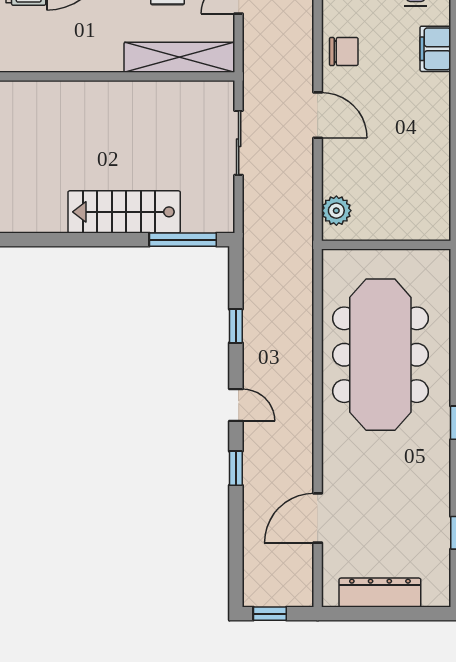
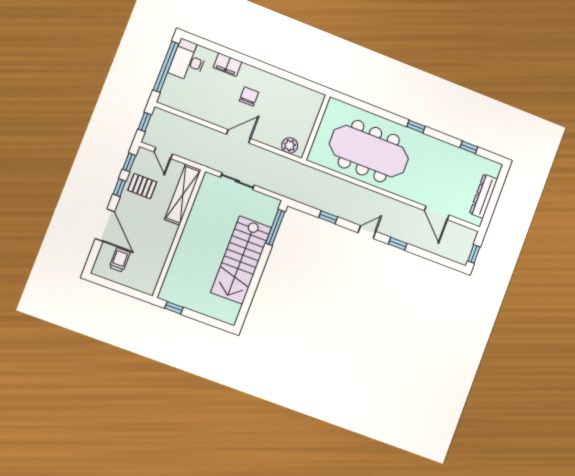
chair: (344, 52) -> (249, 97), moved
stairs: (124, 212) -> (241, 260), width x1.36, depth x1.51

